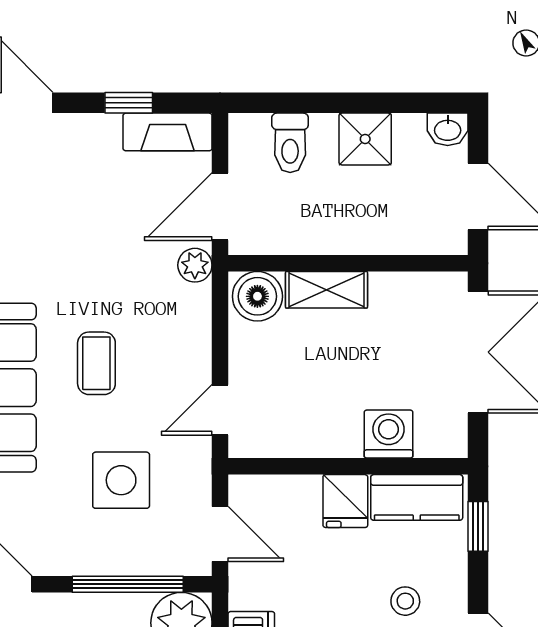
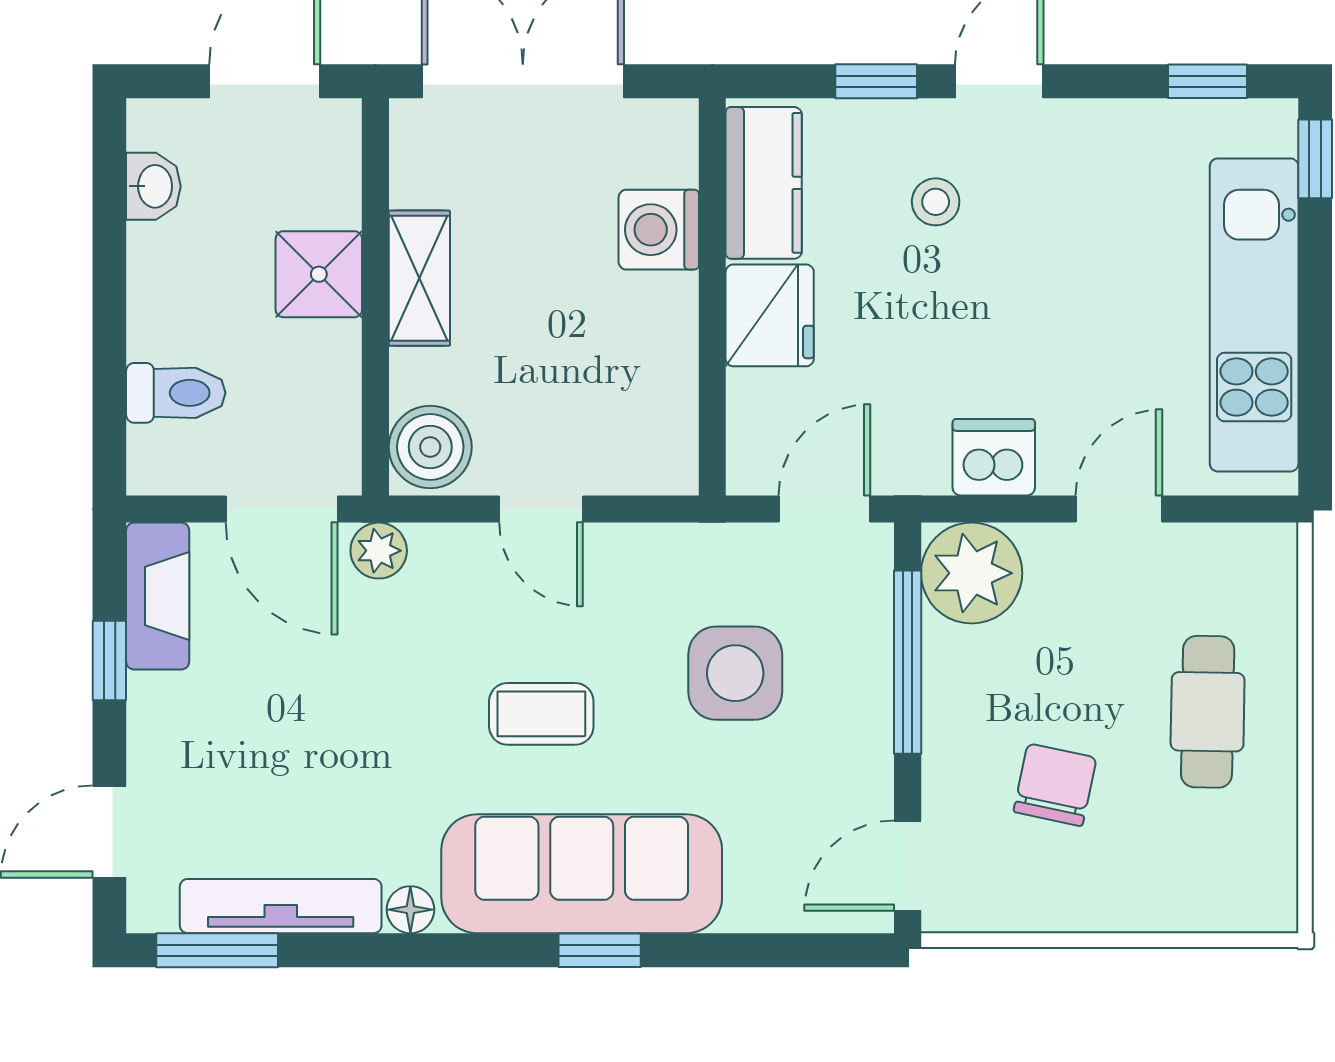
washbasin: (448, 129) -> (153, 186), moved
shower: (365, 139) -> (319, 274), moved
shelving: (326, 290) -> (419, 278), moved
door: (220, 410) -> (541, 509), moved
fridge: (345, 501) -> (770, 315), width x1.38
window: (478, 526) -> (876, 81), moved

